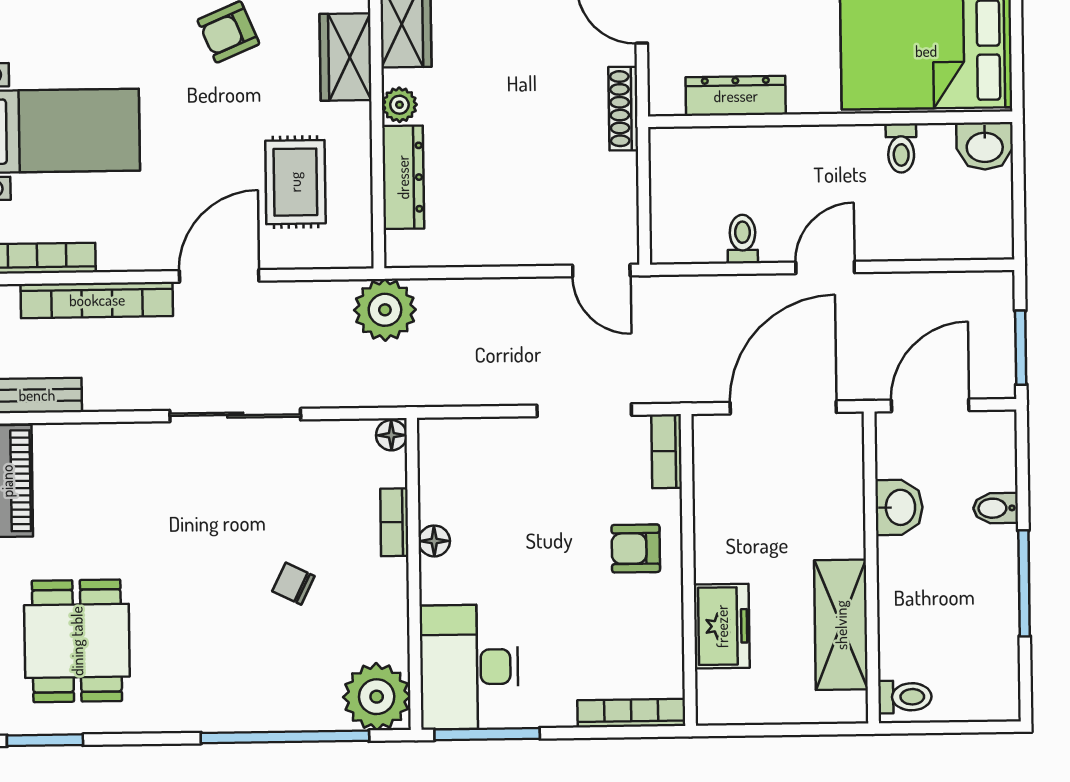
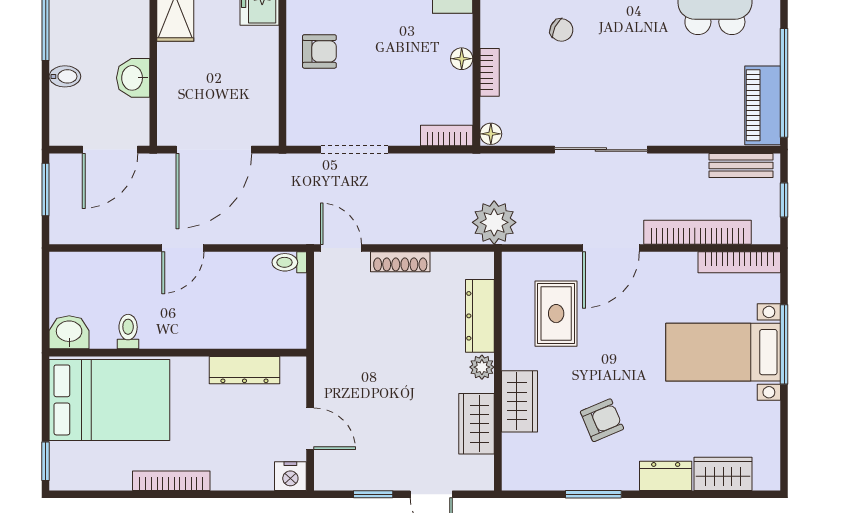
shoe rack: (623, 109) -> (400, 262), moved, turned 90
toilet: (743, 239) -> (289, 262), moved, turned 90
bookcase: (667, 451) -> (447, 135), moved, turned -90

